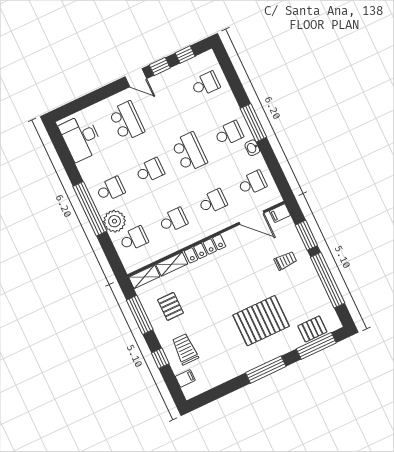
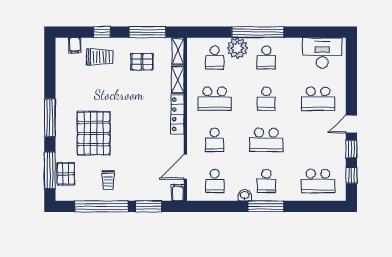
school desk: (206, 84) -> (318, 181), width x1.85
school desk: (173, 220) -> (215, 99), width x1.85
trolley: (285, 261) -> (108, 180), moved

